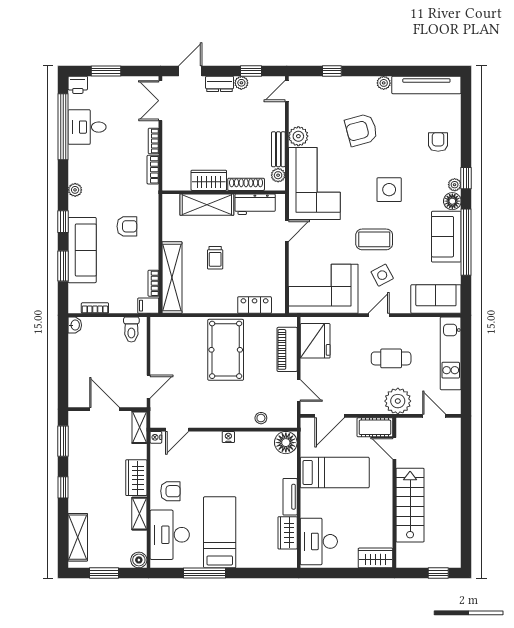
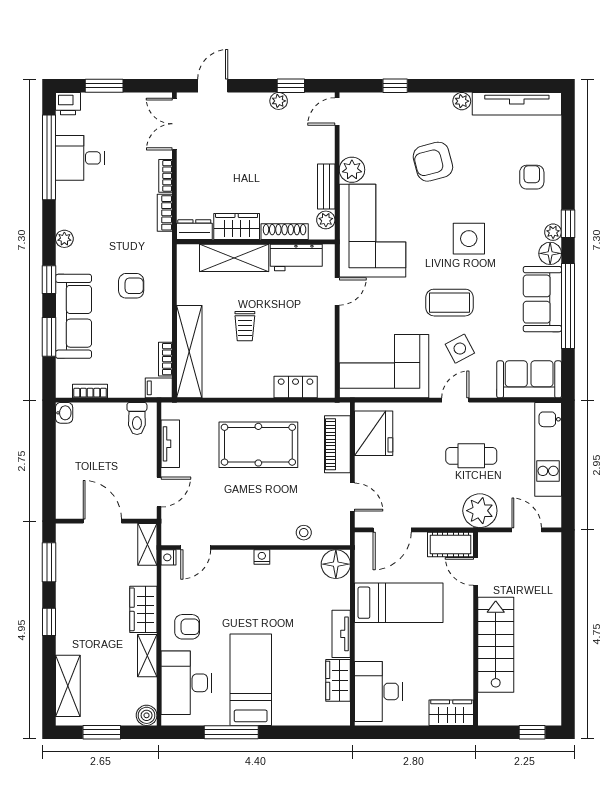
dresser: (220, 84) -> (194, 230), moved, turned 180
tv unit: (157, 349) -> (170, 444), added
pool table: (226, 350) -> (258, 445), turned 90

